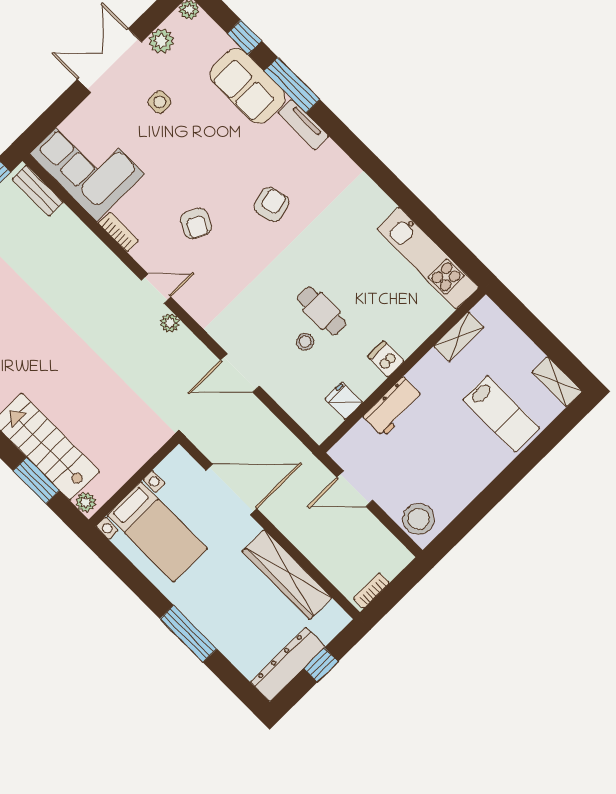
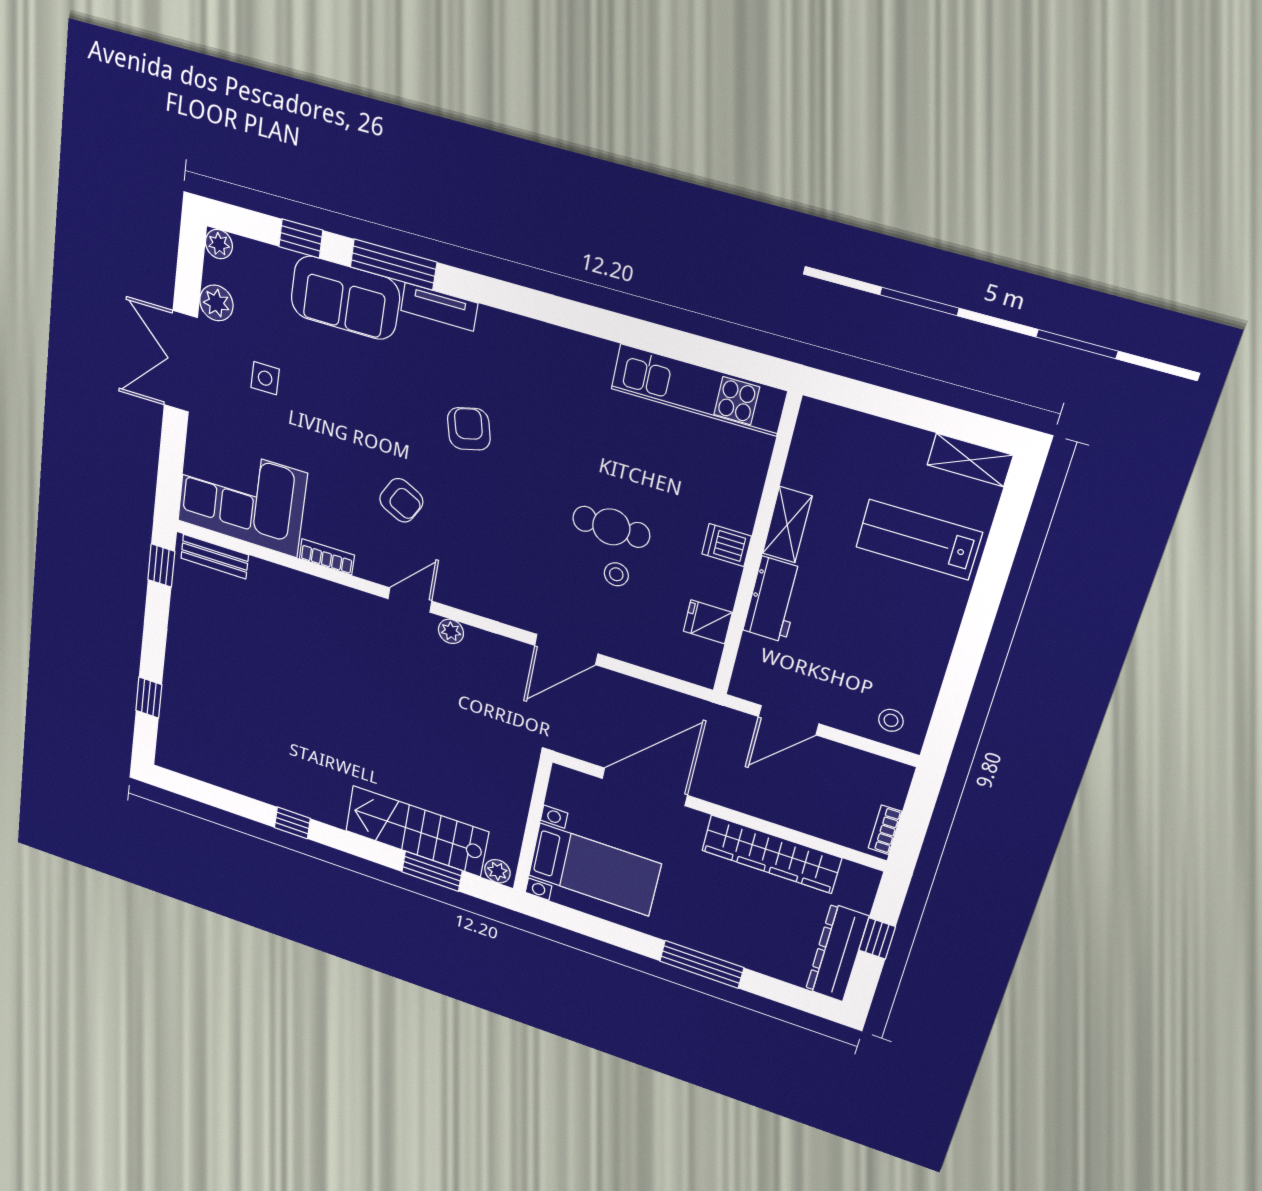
shelving: (459, 337) -> (787, 525), moved
lab bench: (501, 414) -> (919, 540), turned 180
stool: (418, 519) -> (891, 720), width x0.53, depth x0.53

